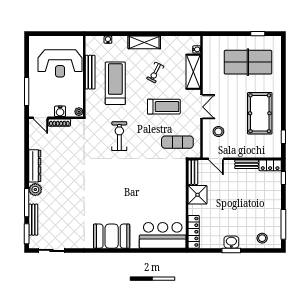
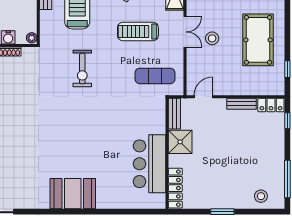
treadmill: (164, 107) -> (138, 32), turned 180
stool: (218, 131) -> (212, 38), moved
exercise bike: (119, 136) -> (82, 68), turned 180
door: (216, 159) -> (203, 97), swing flipped
bar counter: (163, 235) -> (150, 164), moved, turned -90
washbasin: (231, 242) -> (223, 201), removed

